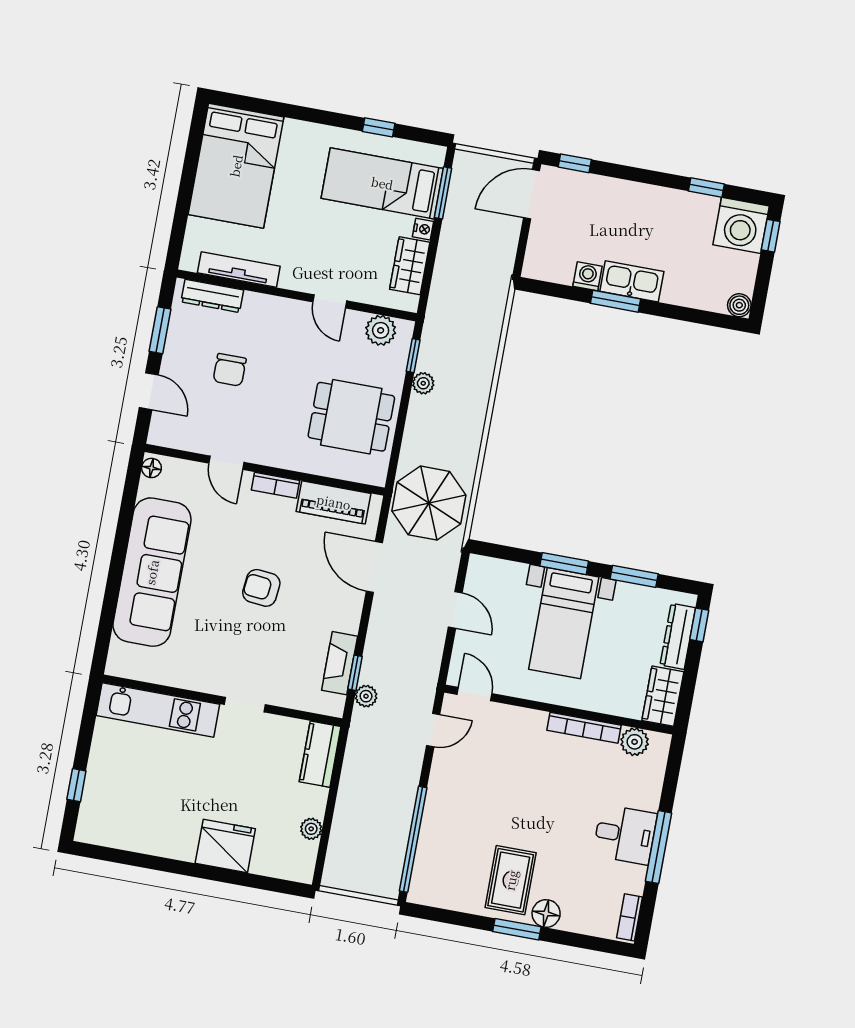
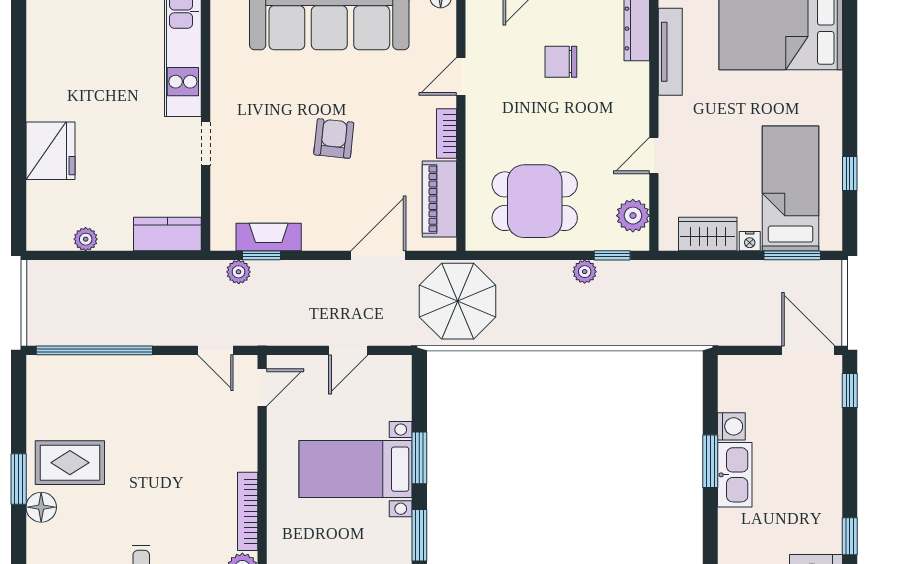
dining table: (351, 417) -> (535, 201), turned 90

